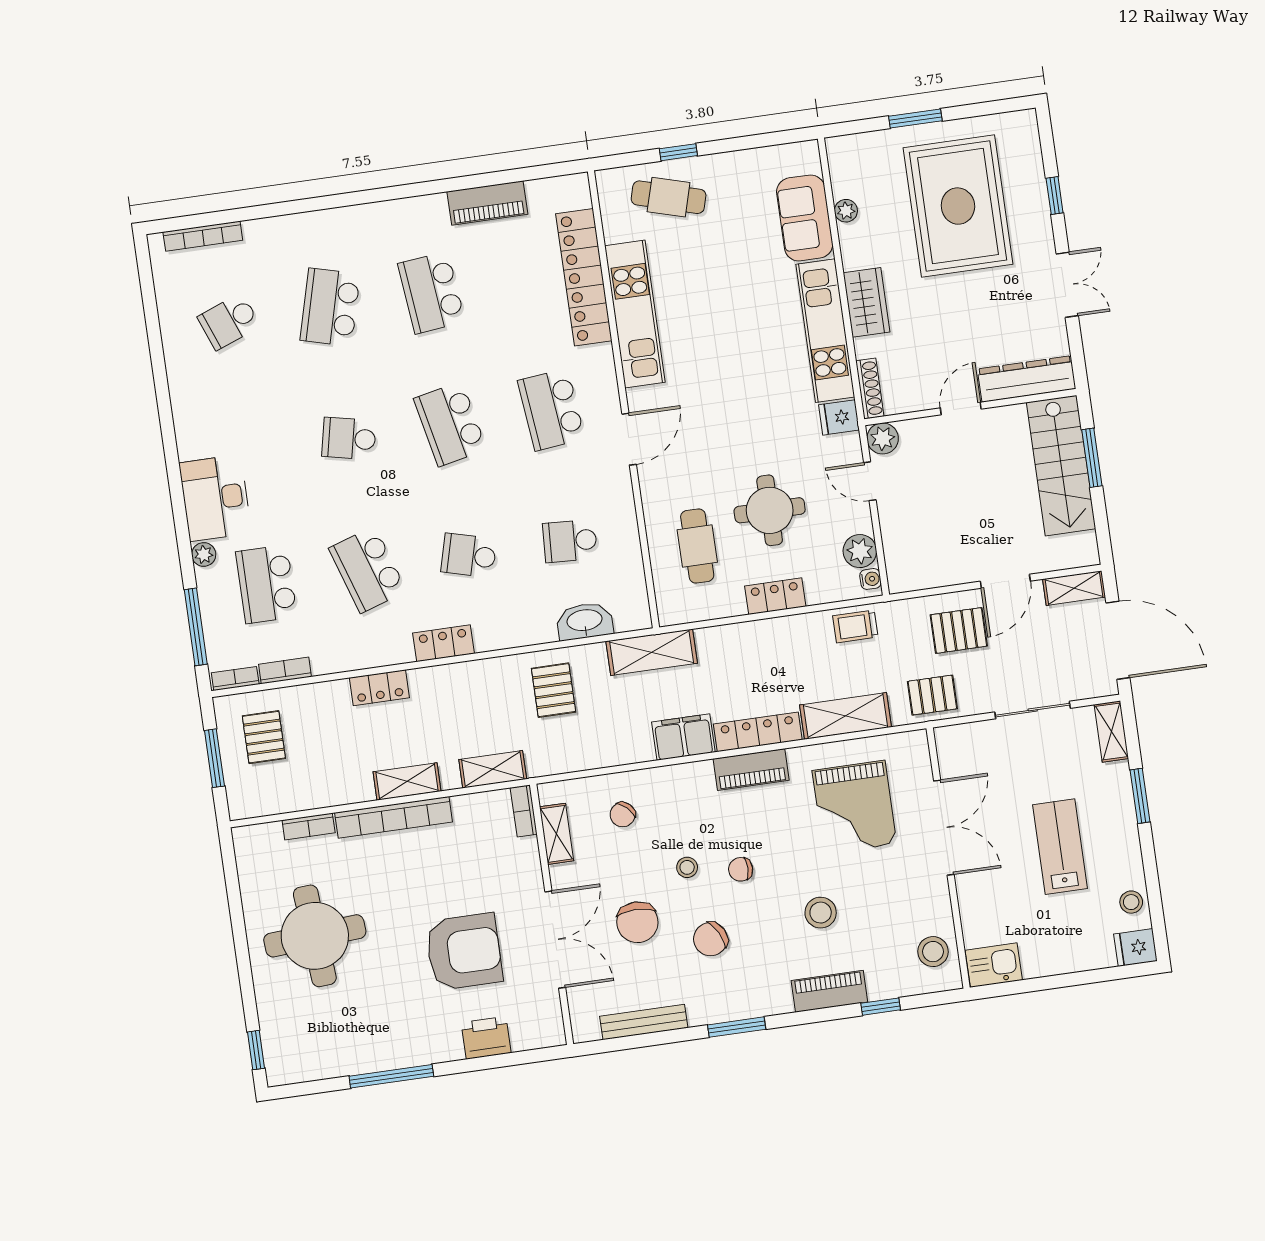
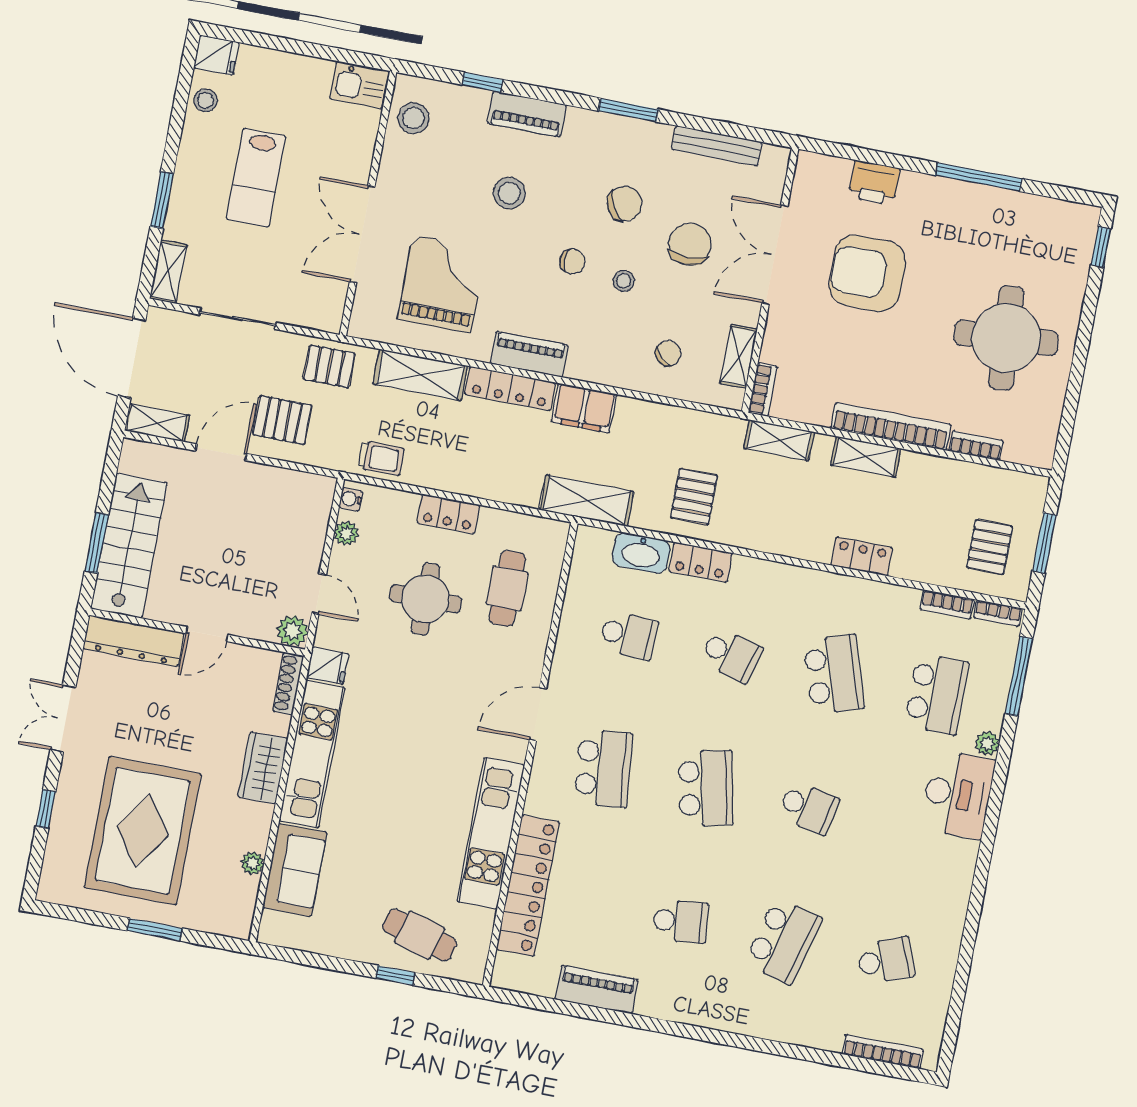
school desk: (431, 293) -> (680, 921), width x0.54
plant: (860, 551) -> (346, 533), width x0.73, depth x0.73
locker: (444, 643) -> (701, 562), moved

